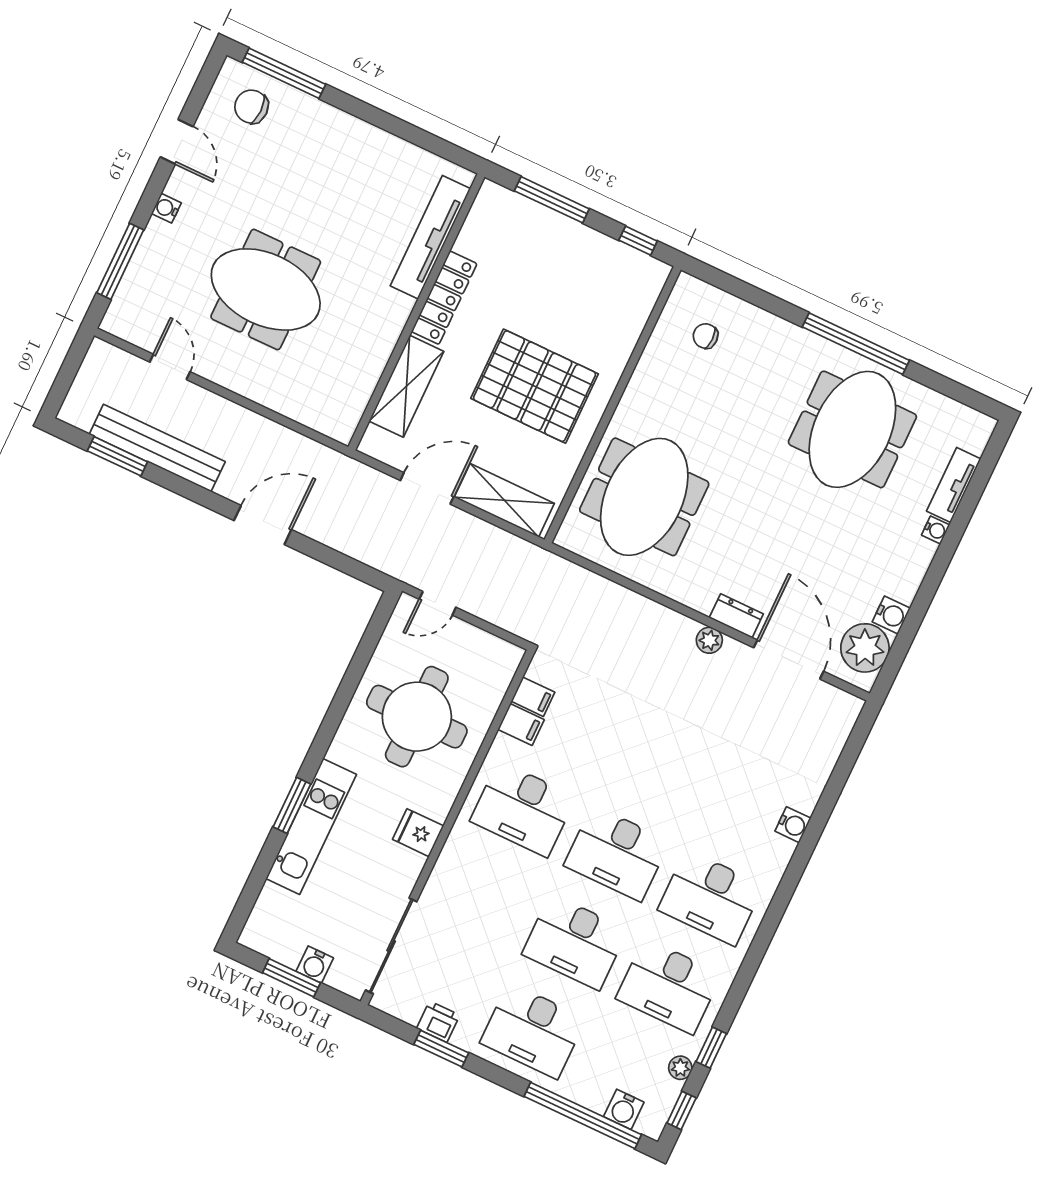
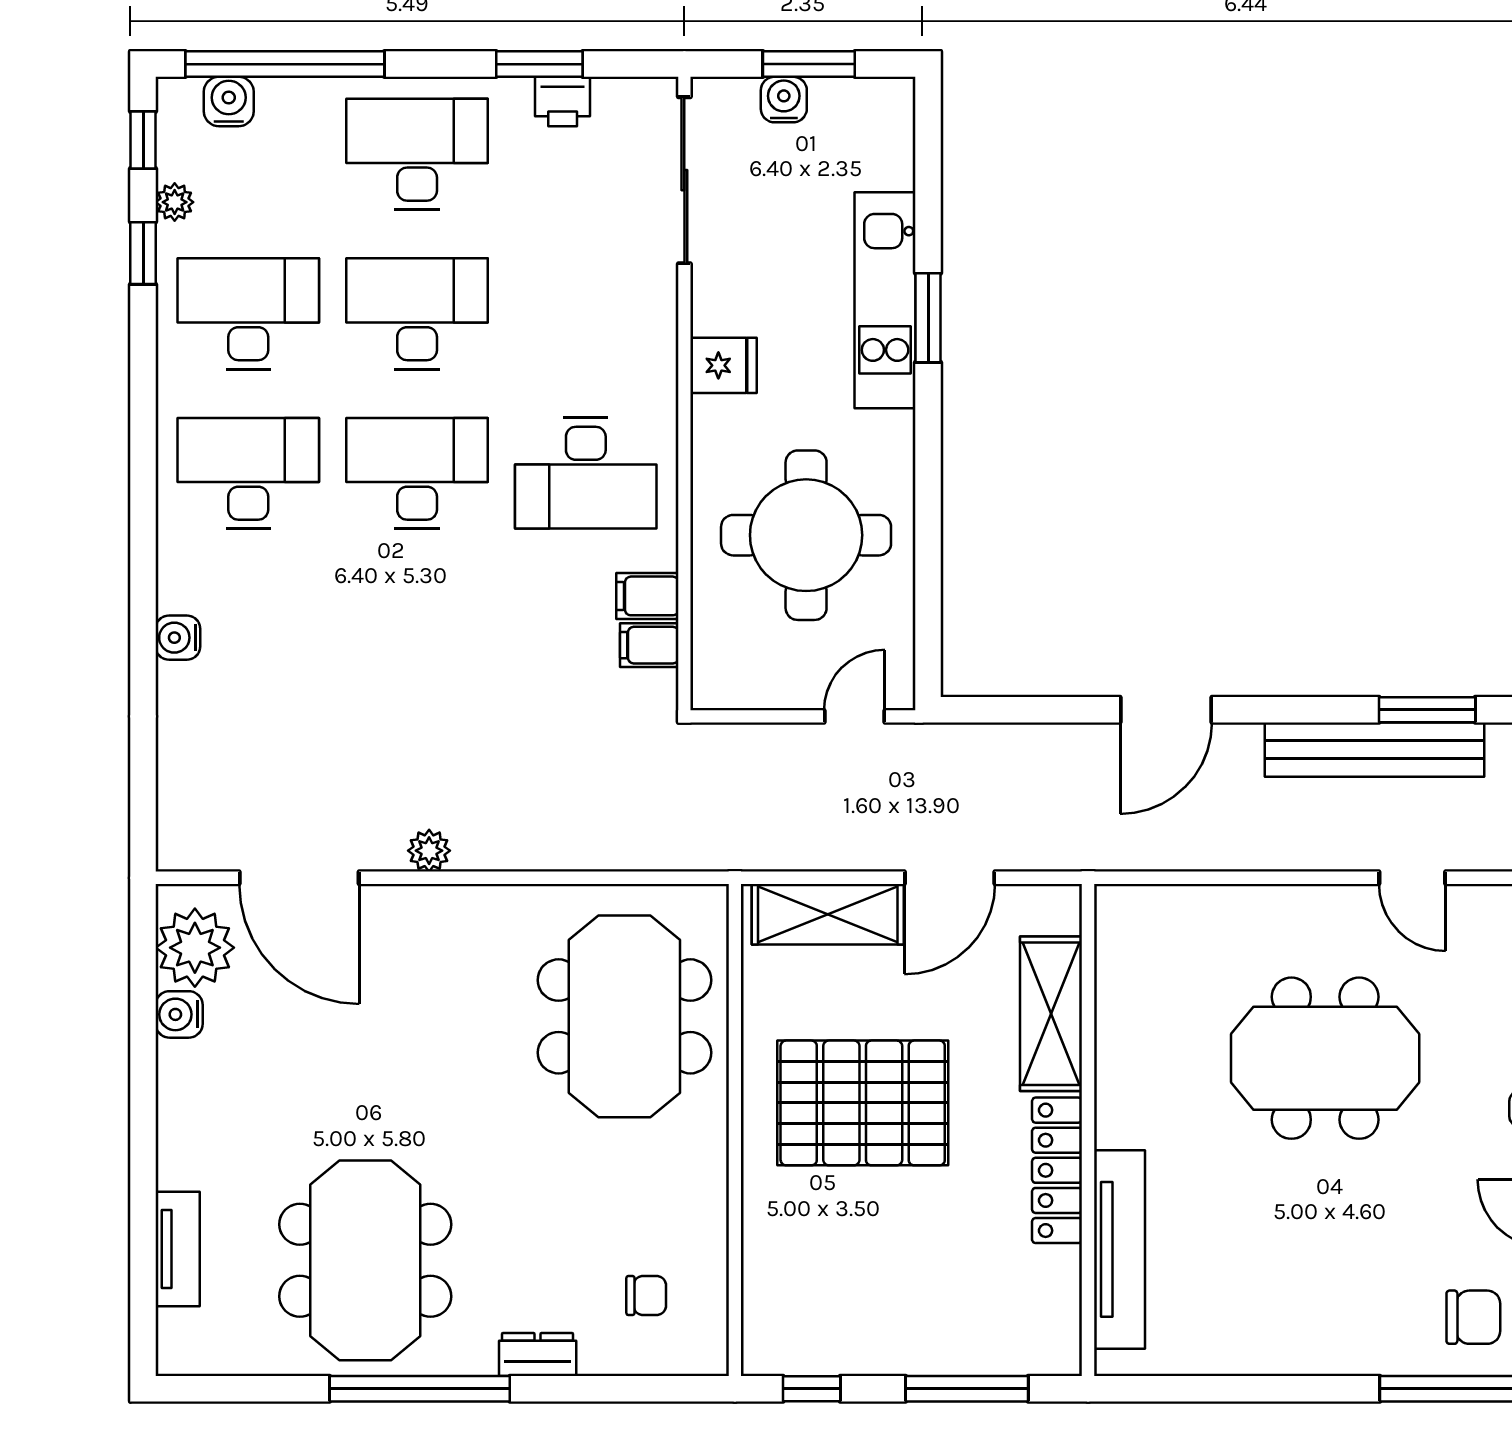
water cooler: (936, 530) -> (173, 1170), removed
dresser: (736, 616) -> (538, 1355), moved, turned 180
desk: (523, 809) -> (586, 473), turned 180

